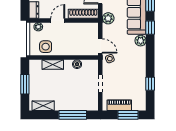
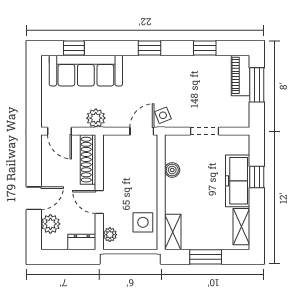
window: (150, 28) -> (150, 48), moved
plant: (141, 41) -> (133, 64), removed
shelving: (53, 65) -> (173, 232), moved
freezer: (70, 103) -> (238, 181), added
piano: (119, 105) -> (241, 75), moved
window: (73, 115) -> (257, 177), width x0.46

